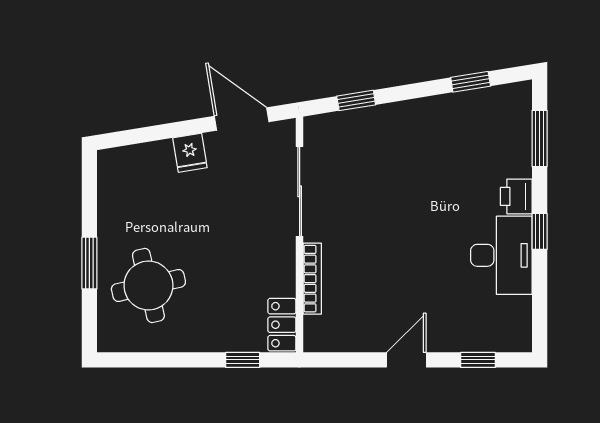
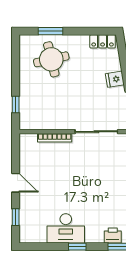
printer: (516, 196) -> (113, 235), moved
window: (89, 263) -> (50, 31), moved
locker: (282, 325) -> (103, 41), moved, turned 180

